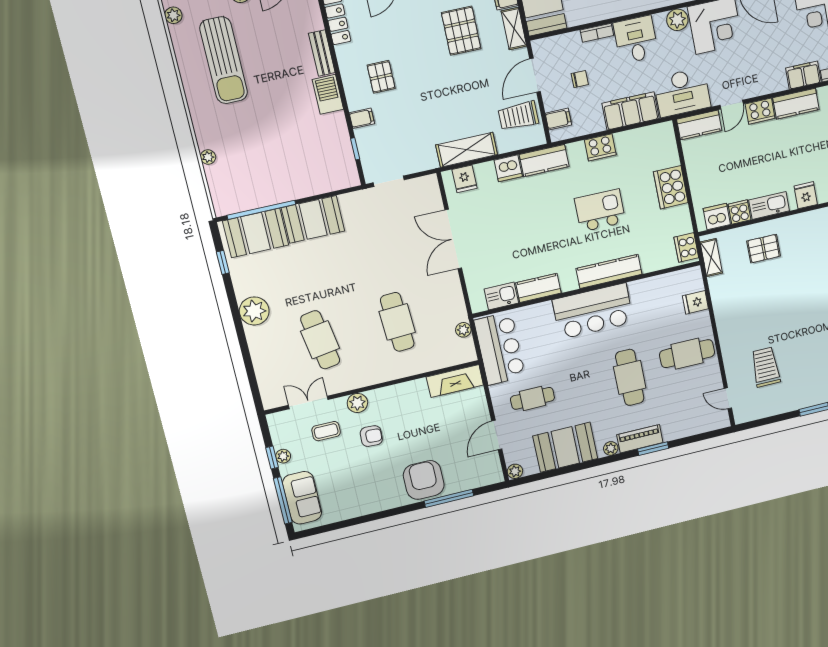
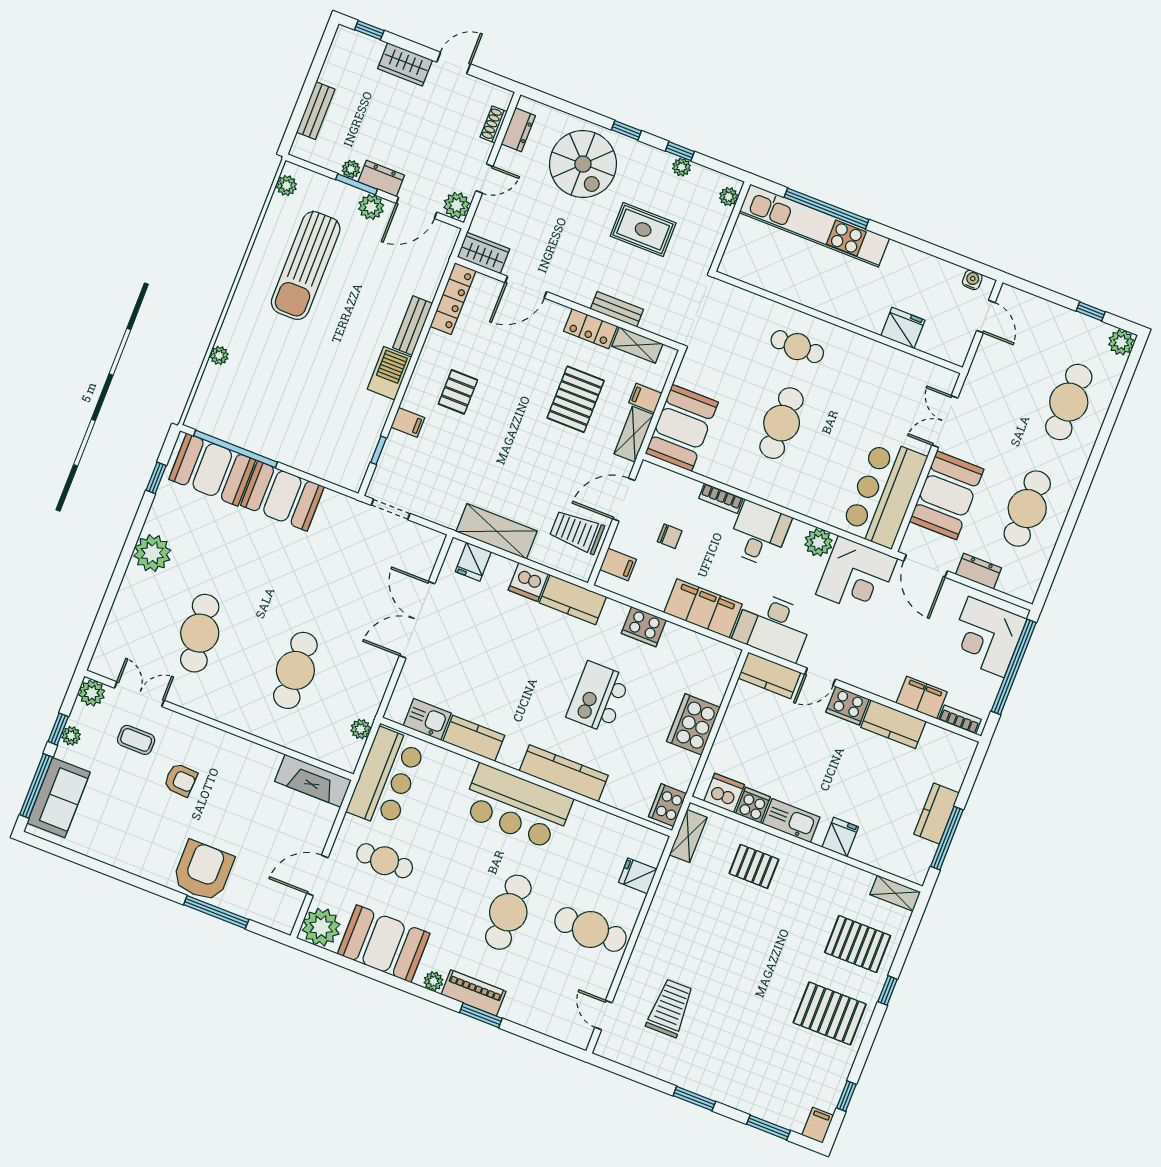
kitchen island: (600, 210) -> (598, 697), turned -90
plant: (357, 403) -> (92, 693), moved
plant: (515, 471) -> (321, 927), width x1.88, depth x1.88

